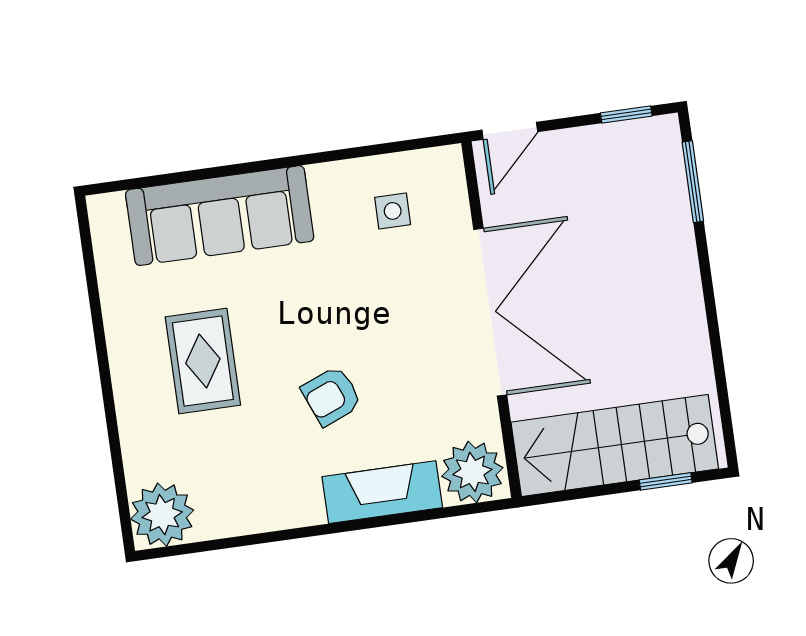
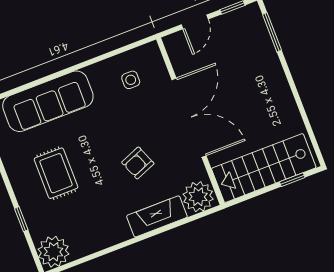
door: (510, 131) -> (195, 22), moved
armchair: (331, 396) -> (138, 163), moved
window: (114, 436) -> (21, 219), added

